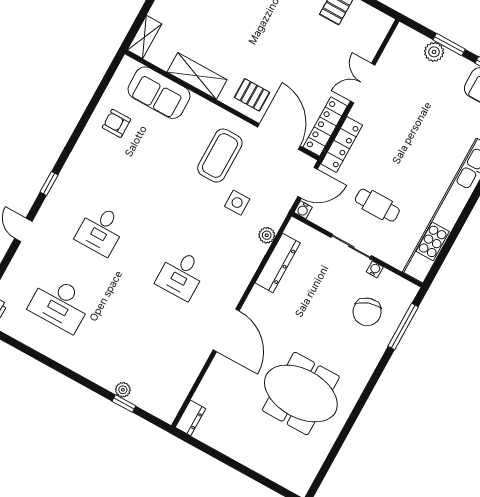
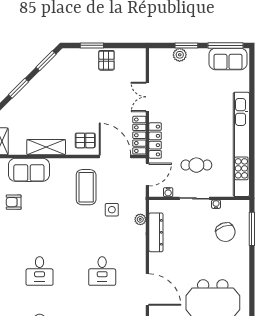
water cooler: (303, 210) -> (168, 192), moved

